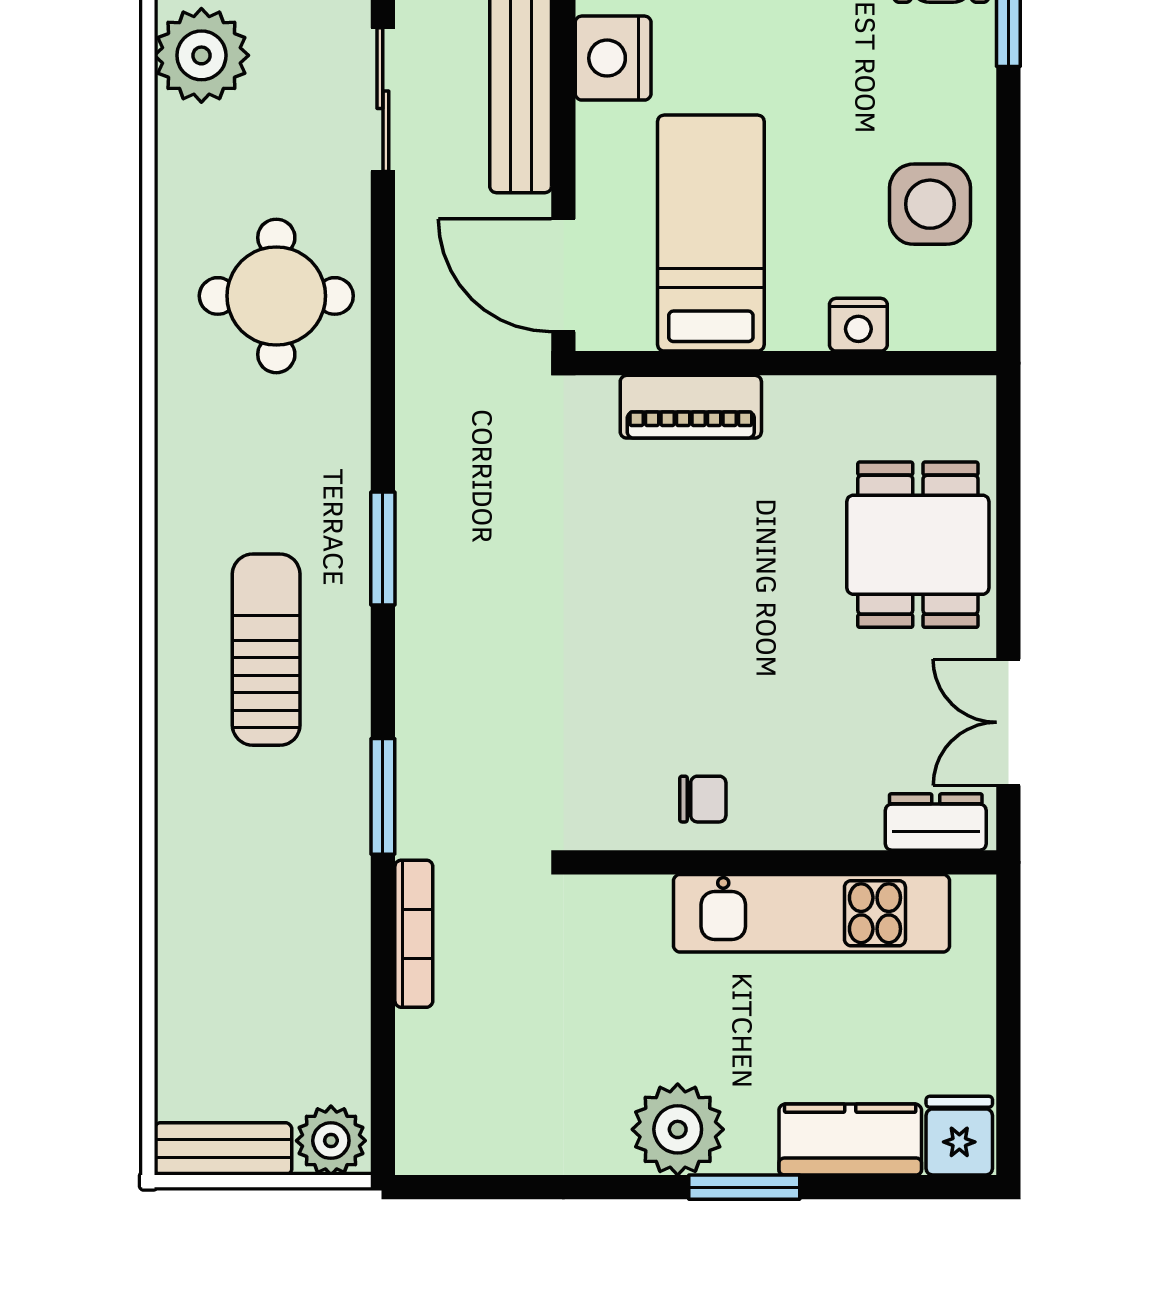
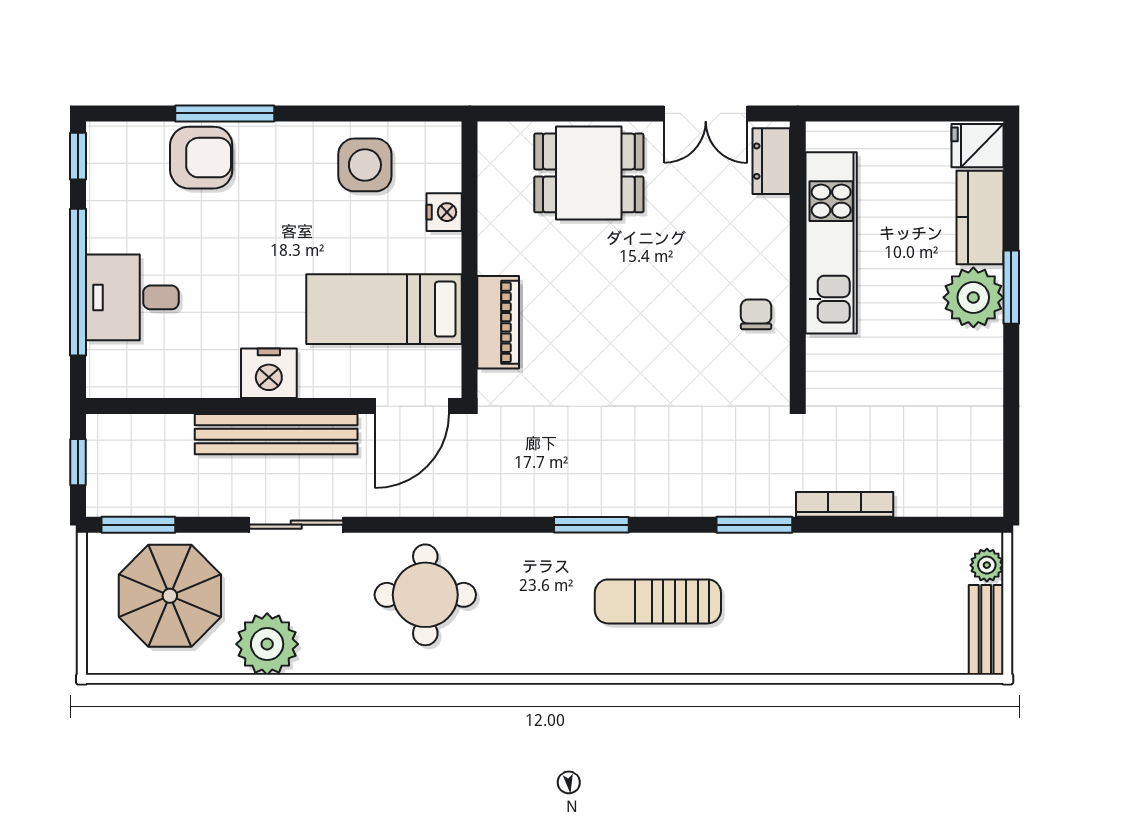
plant: (678, 1129) -> (973, 297), moved
plant: (331, 1141) -> (987, 565), width x0.73, depth x0.73

